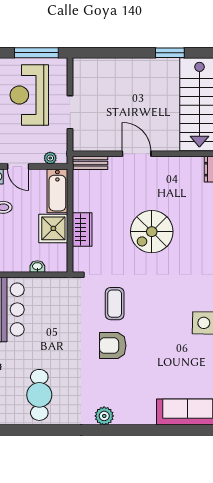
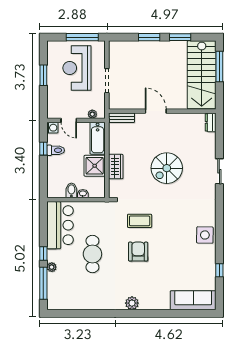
window: (128, 53) -> (149, 37), added
bidet: (22, 262) -> (71, 190), added
coffee table: (115, 304) -> (140, 221), turned 90
armchair: (113, 346) -> (138, 252), turned 90
cafe table: (39, 395) -> (92, 254), moved

